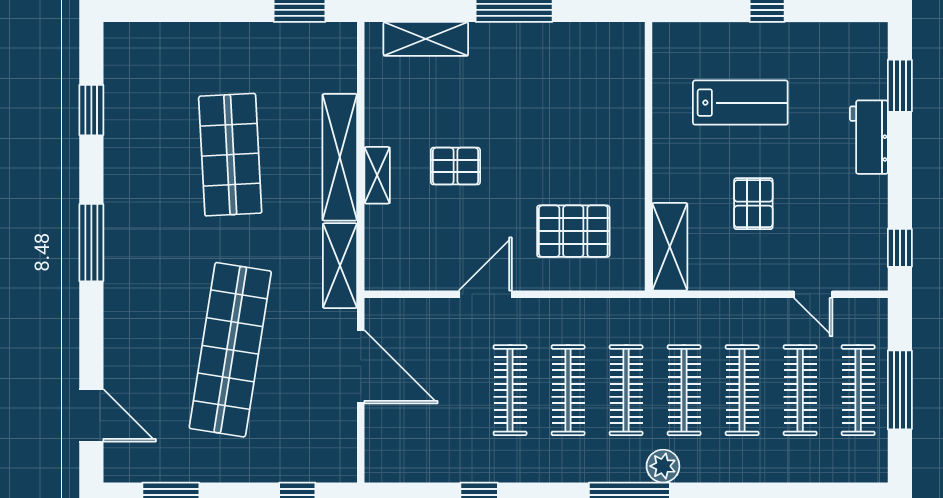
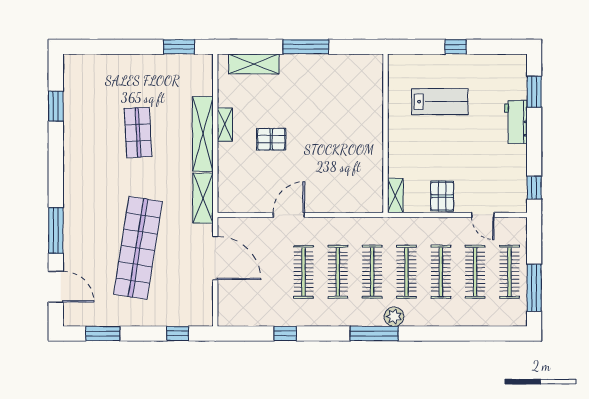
shop shelf: (230, 155) -> (138, 132), width x0.70, depth x0.74
shelving: (377, 175) -> (225, 125), moved
pallet: (753, 204) -> (442, 196), moved
pallet: (573, 231) -> (341, 178), removed
window: (91, 243) -> (56, 230), moved
shelving: (670, 247) -> (395, 196), width x0.67, depth x0.75
window: (900, 390) -> (534, 288), moved

